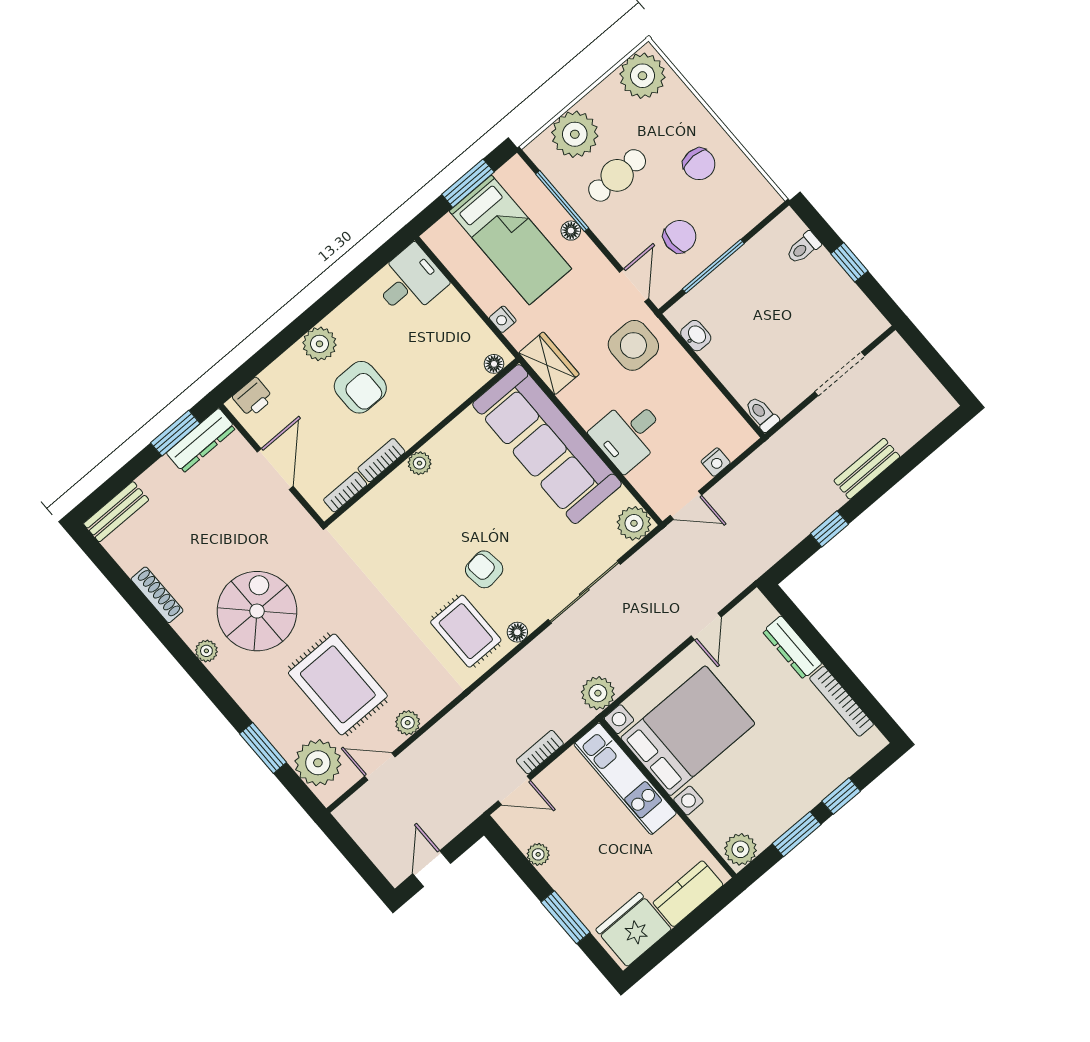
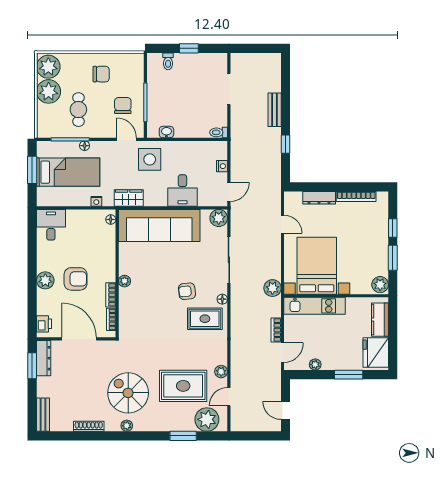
plant: (575, 134) -> (49, 91), moved
door: (275, 469) -> (79, 339), width x1.36

